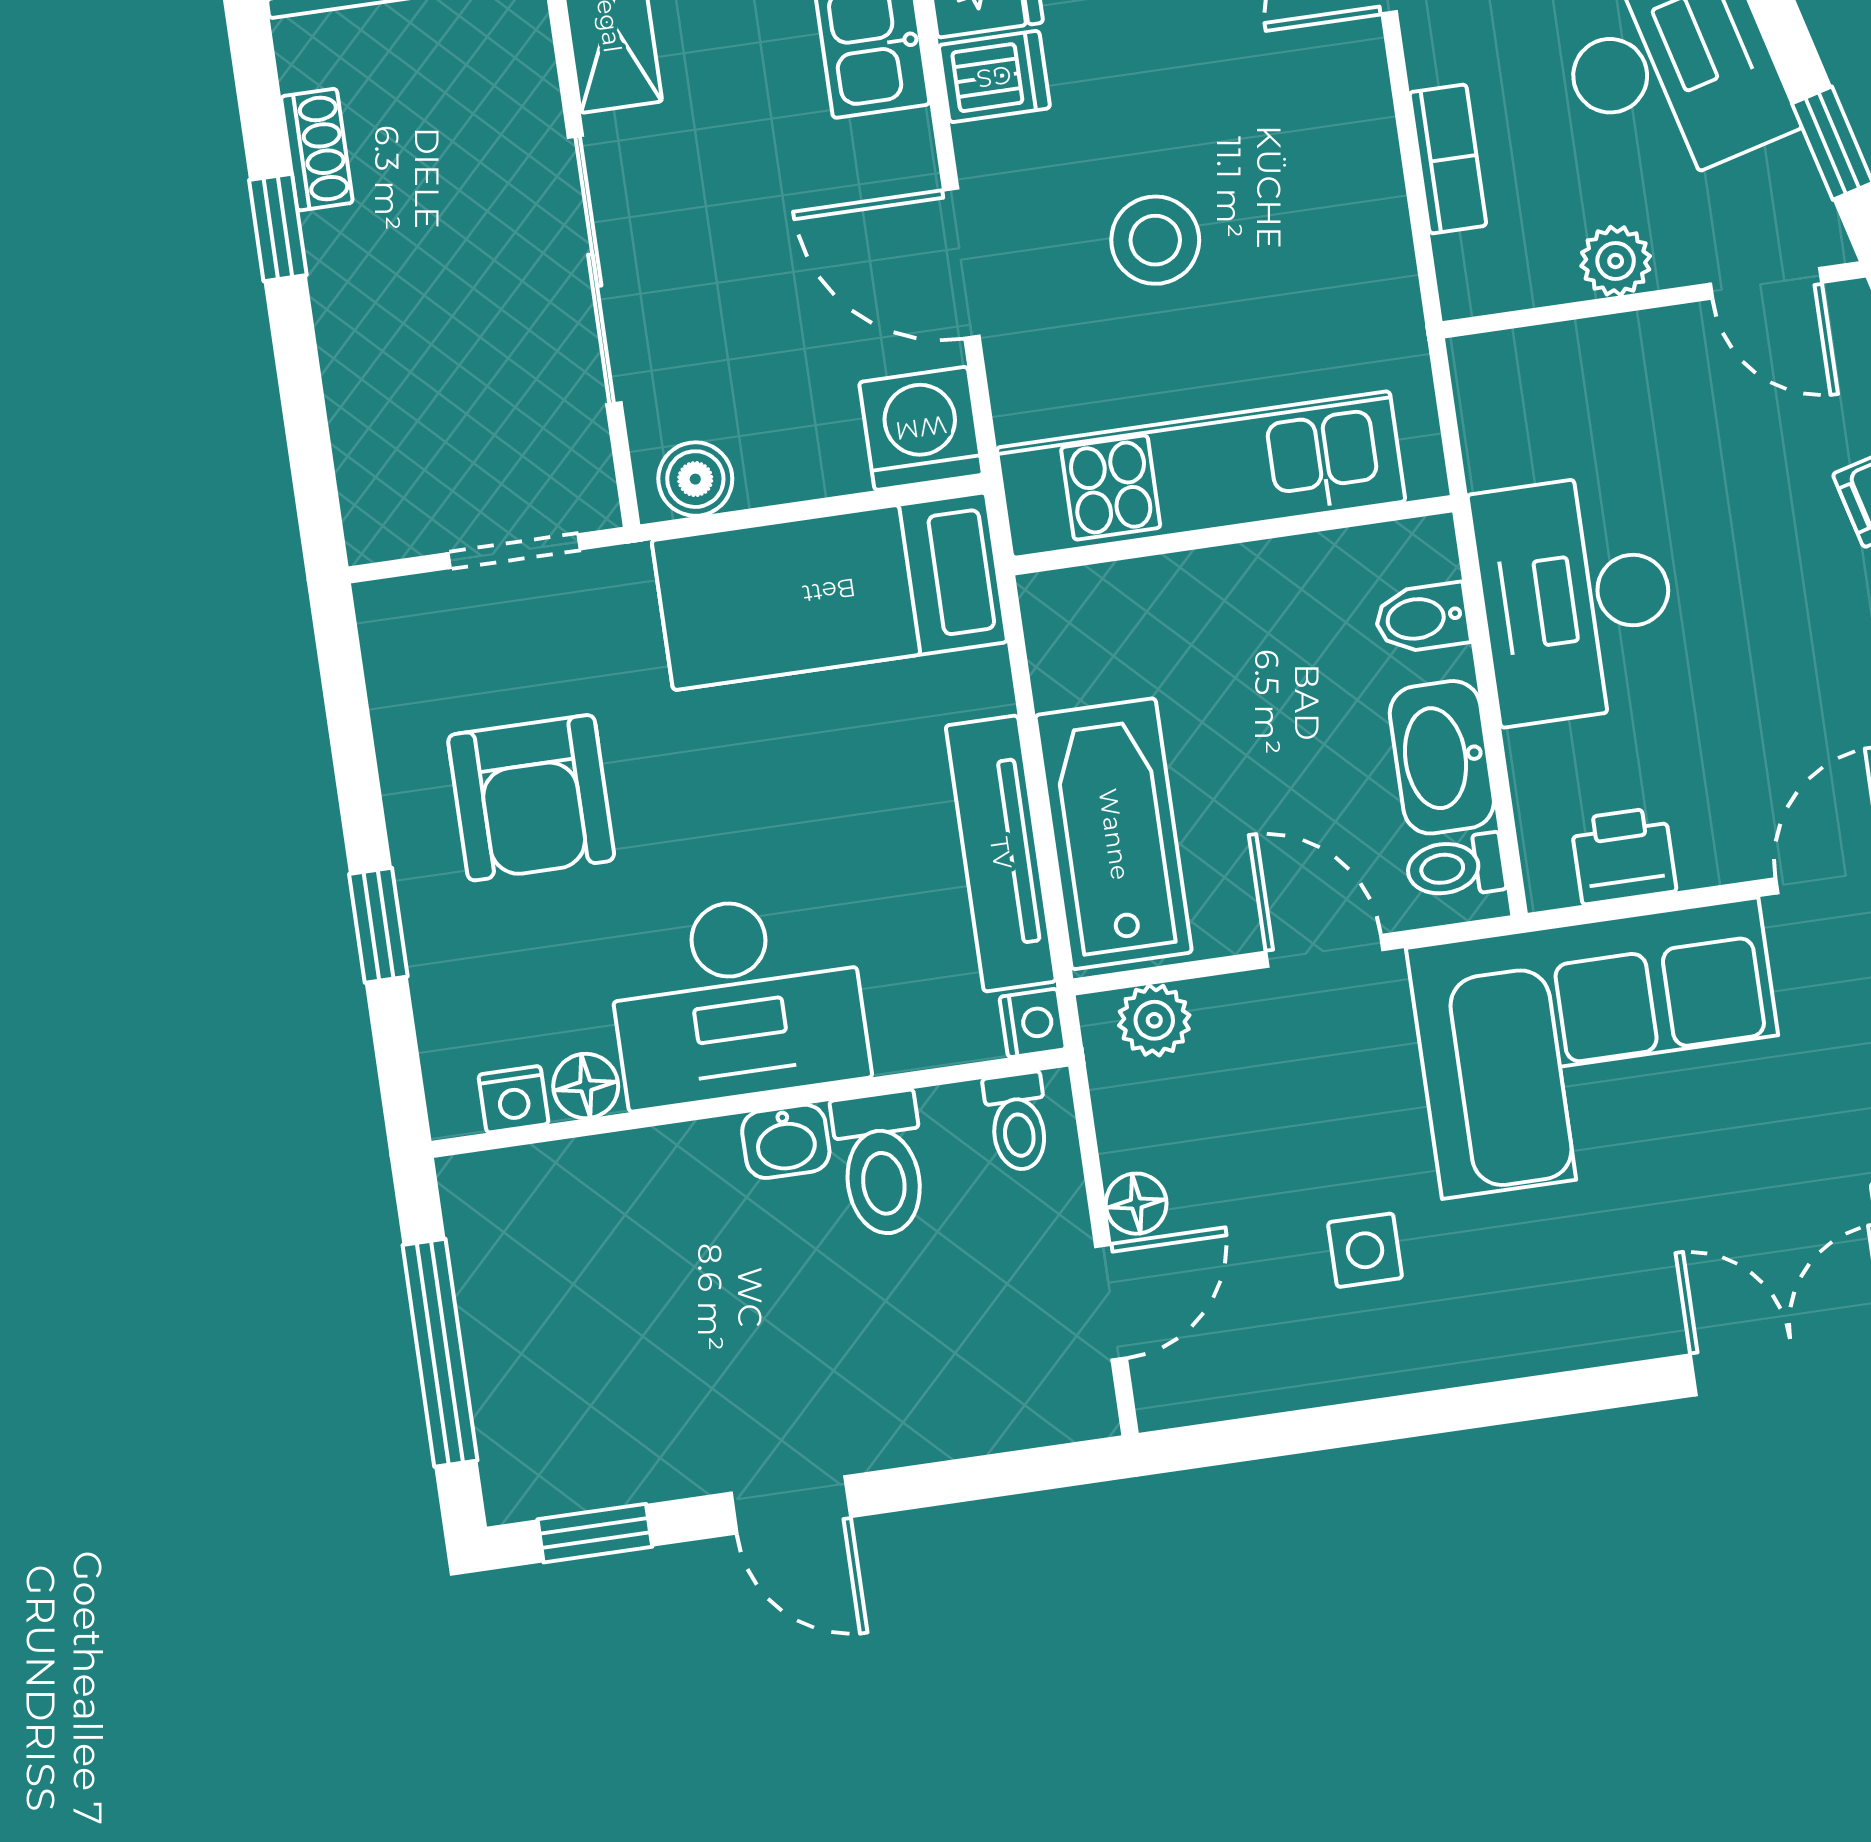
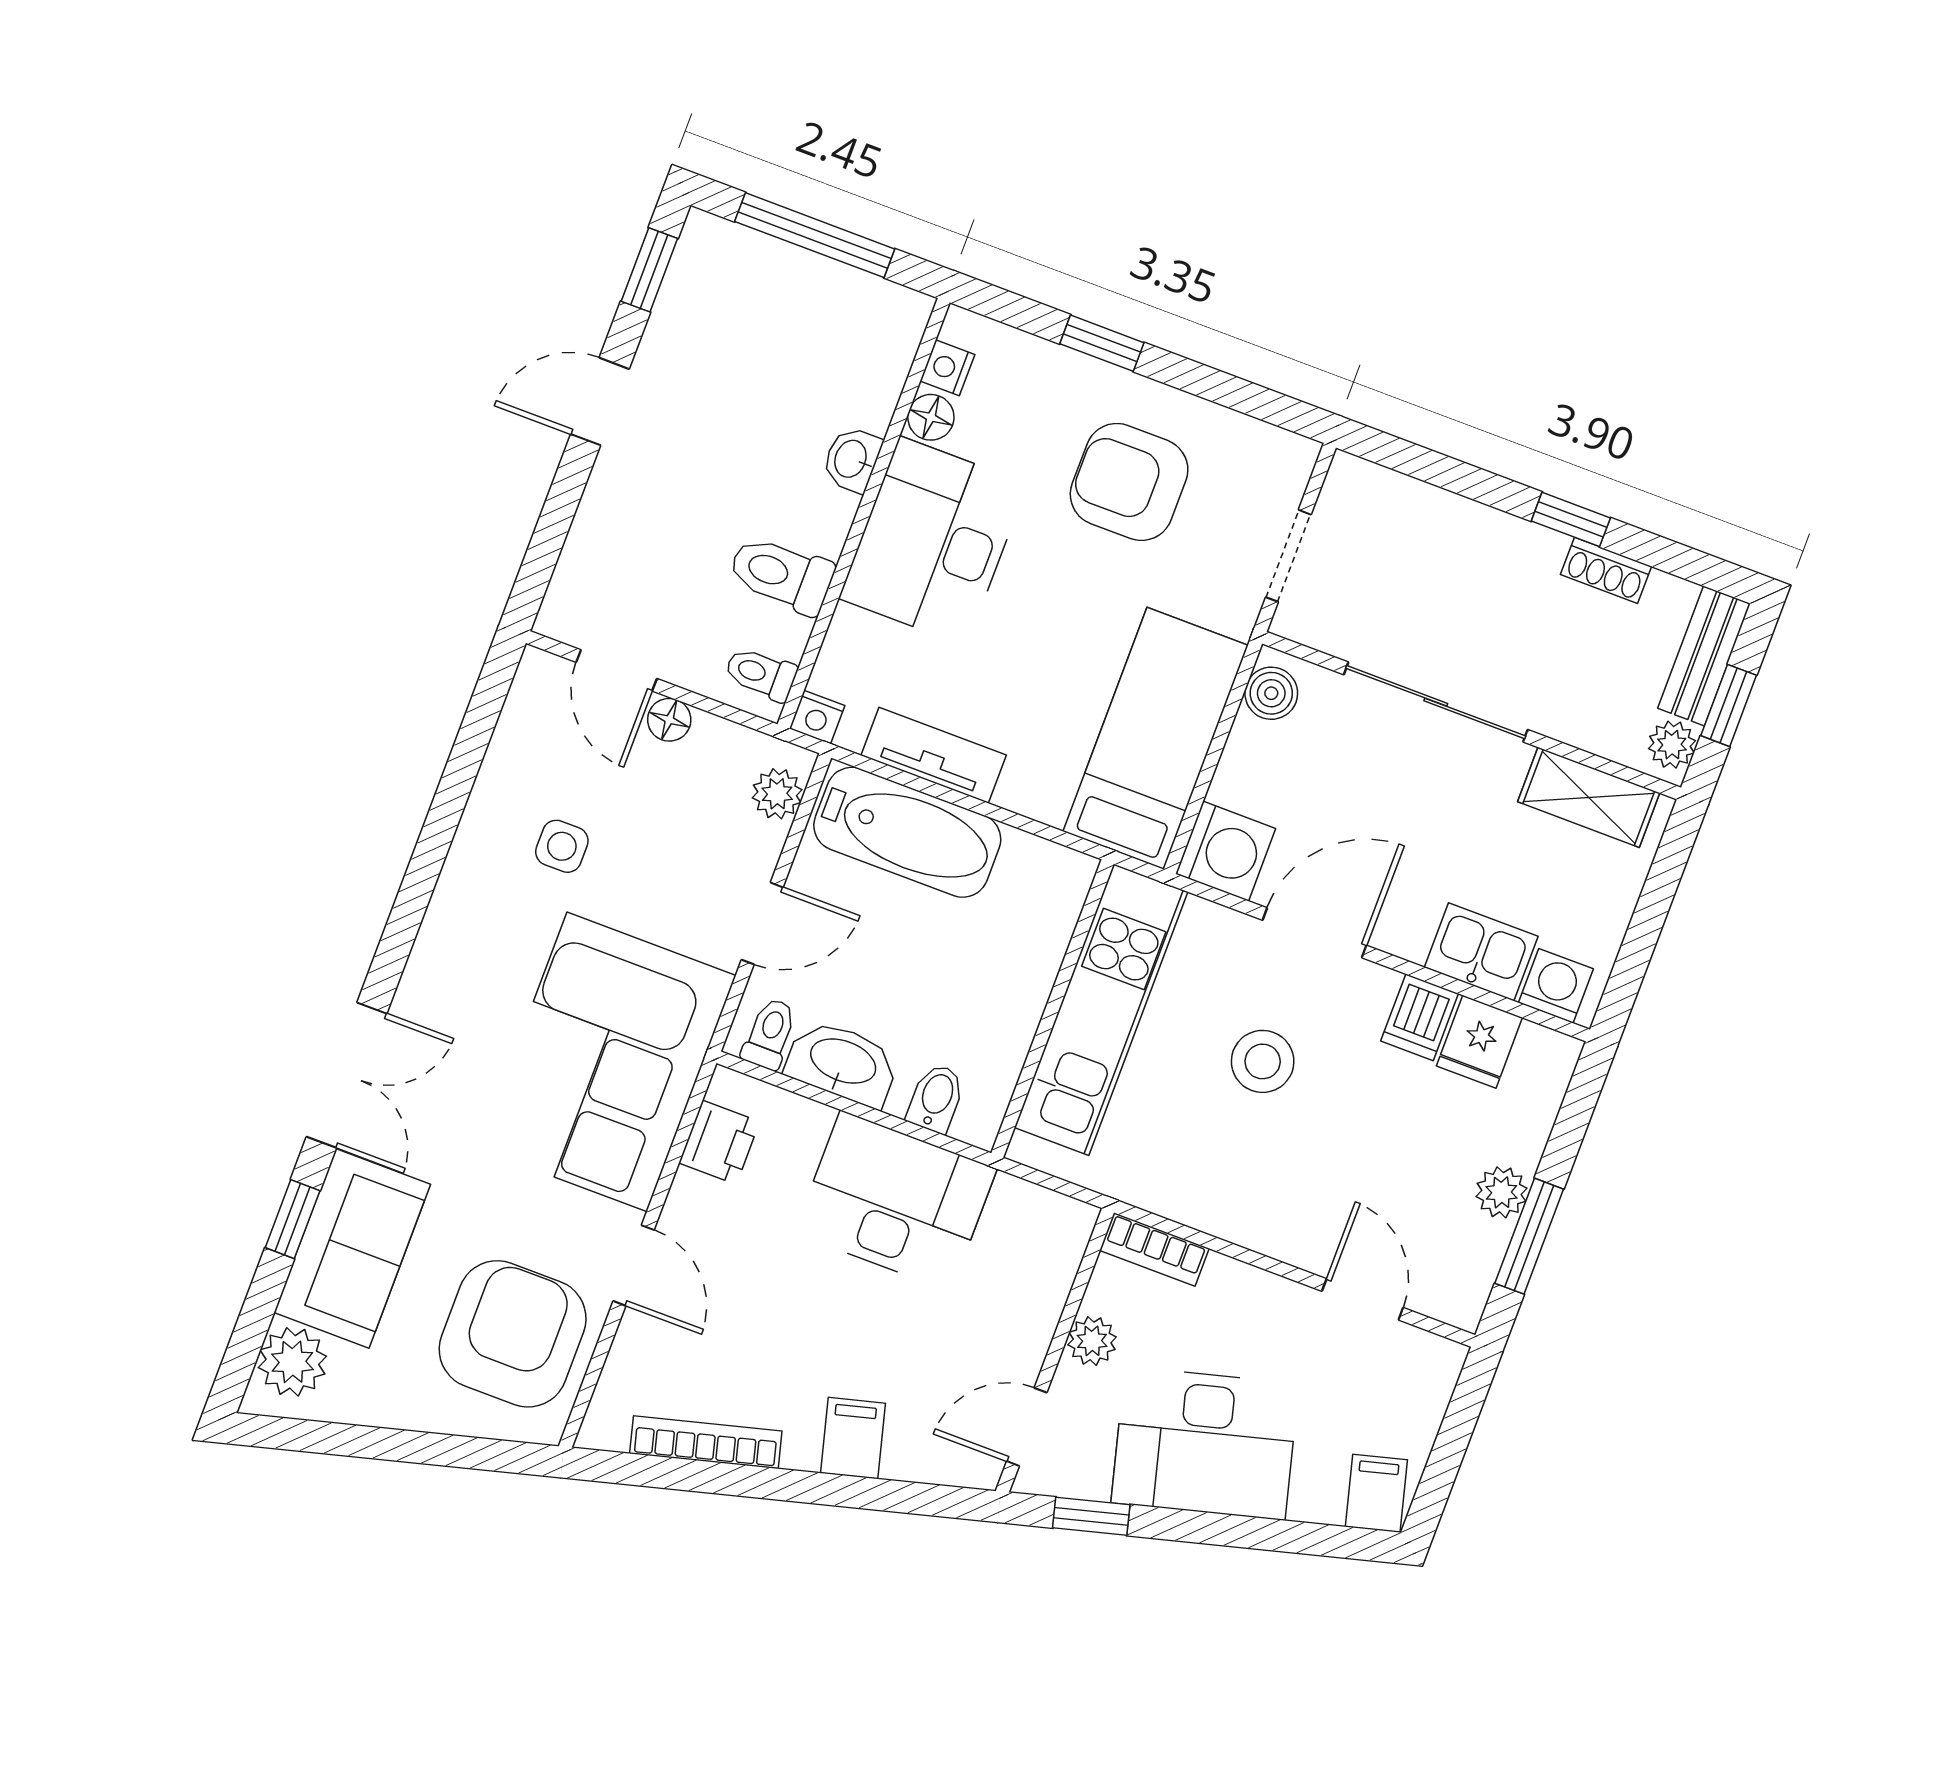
bookcase: (1448, 159) -> (1154, 1249), moved
tv unit: (1001, 853) -> (934, 755), width x0.71
washbasin: (786, 1141) -> (852, 459), moved

